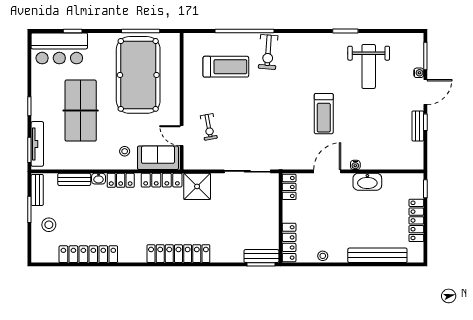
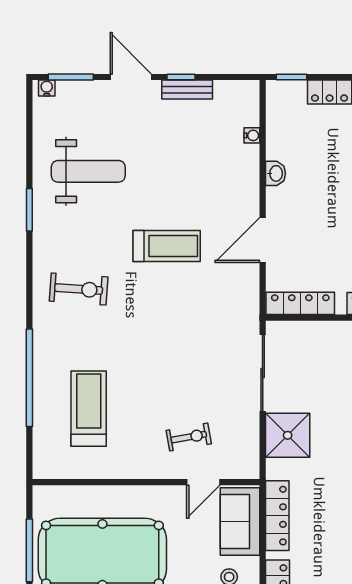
exercise bike: (268, 52) -> (79, 289), moved
water cooler: (419, 73) -> (47, 88), moved
water cooler: (355, 165) -> (252, 135), moved
door: (327, 171) -> (263, 240), hinge flipped
washbasin: (367, 182) -> (276, 173), width x0.52, depth x0.69
shower: (197, 186) -> (288, 435), moved
locker: (289, 187) -> (300, 303), width x1.53

